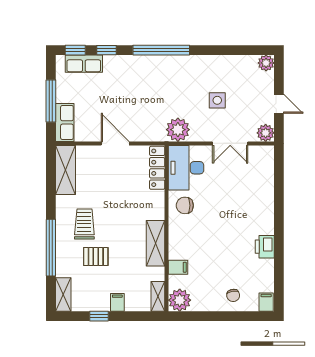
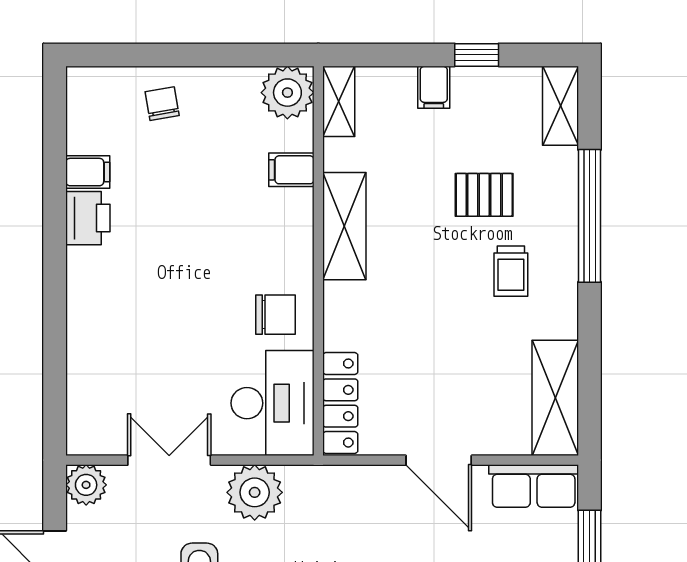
row of seats: (65, 122) -> (534, 486), moved, turned -90
plant: (178, 130) -> (255, 492), moved
trolley: (84, 224) -> (511, 271), width x0.73, depth x0.72
filing cabinet: (266, 302) -> (88, 172), moved, turned -90

